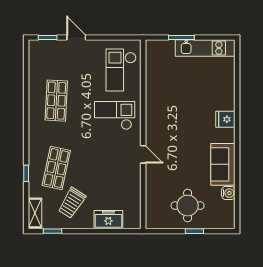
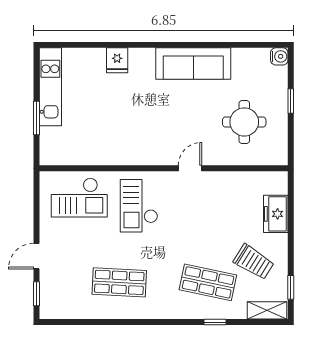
fridge: (225, 119) -> (117, 60), moved
sofa: (223, 164) -> (193, 64), width x1.36
water cooler: (228, 193) -> (279, 56), moved, turned 90
round table: (188, 206) -> (244, 122), moved

